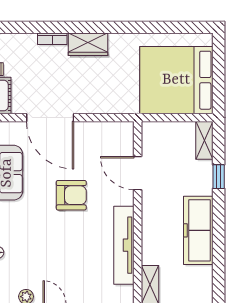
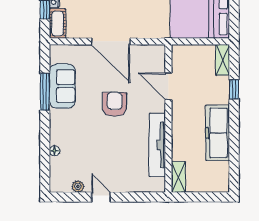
door: (50, 118) -> (111, 41), moved
armchair: (71, 195) -> (115, 104), turned -90

